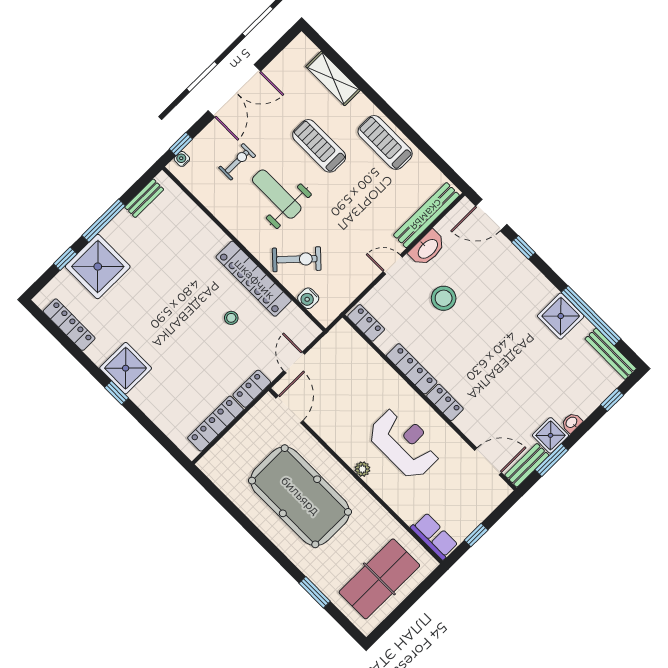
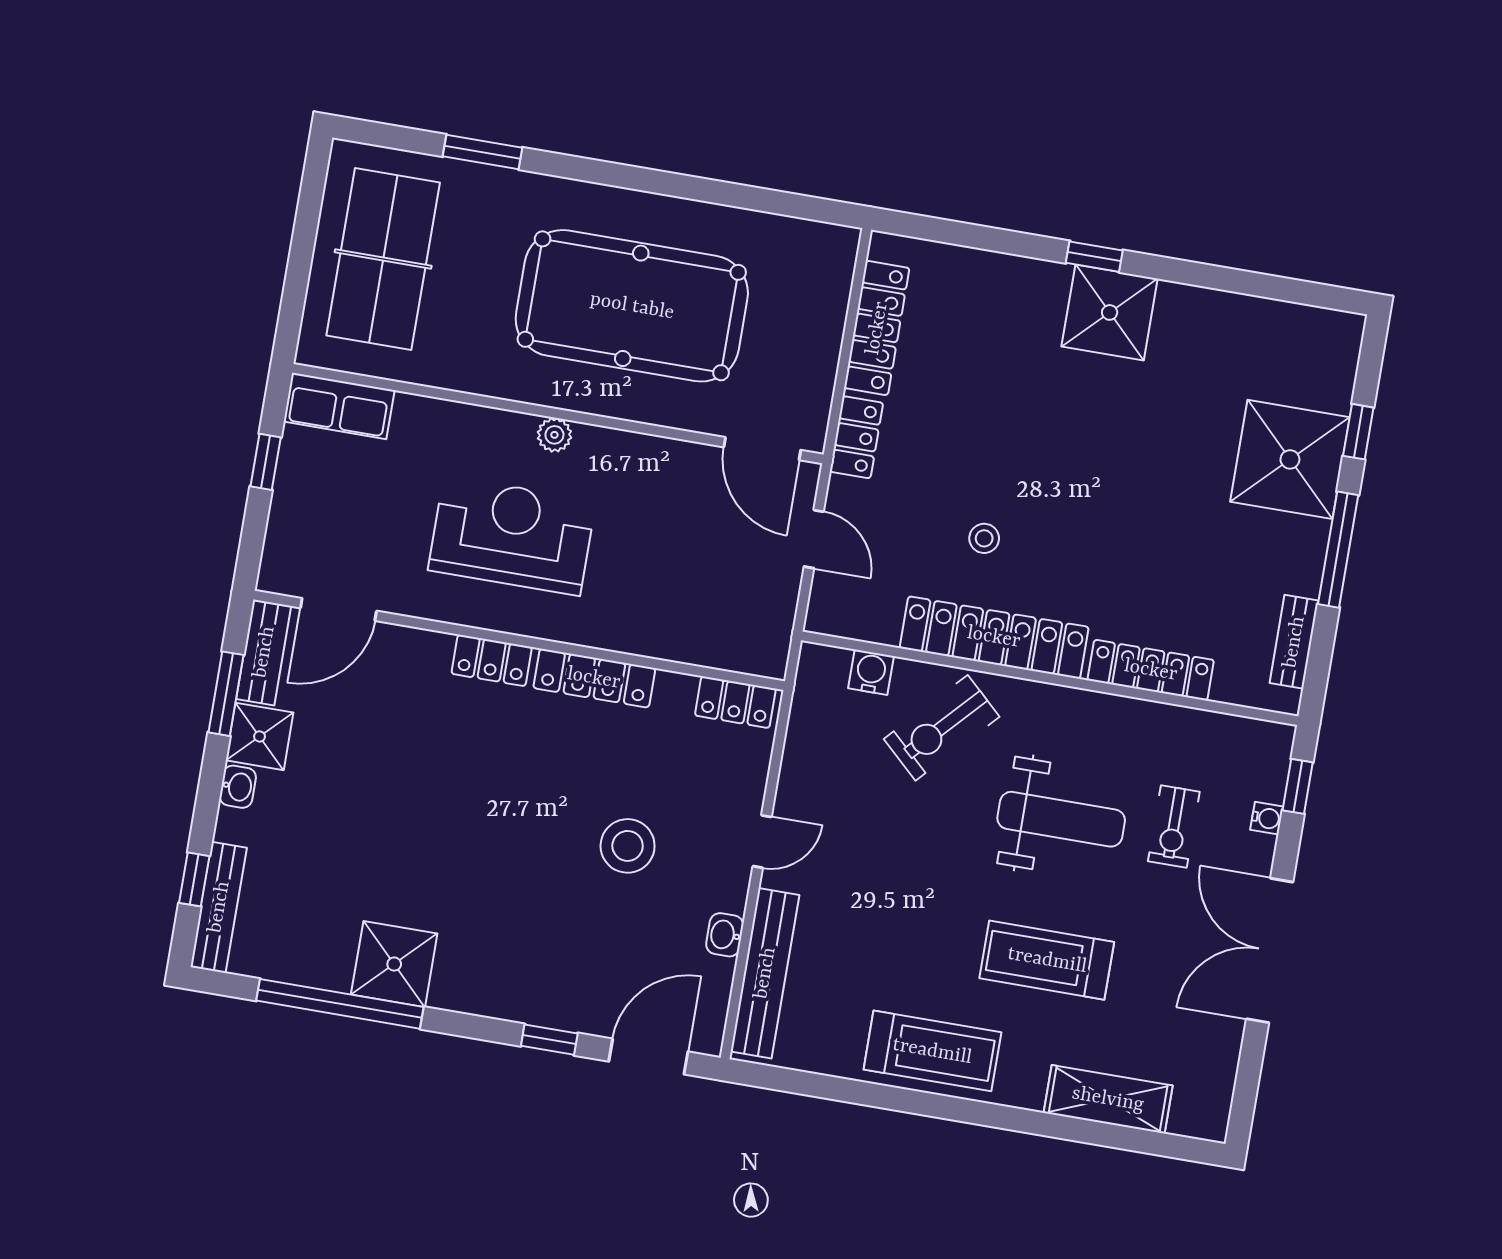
treadmill: (319, 146) -> (1047, 960), turned 180
water cooler: (182, 159) -> (1267, 818), moved
washbasin: (427, 248) -> (725, 935), width x0.52, depth x0.69
locker: (69, 325) -> (1151, 670), moved, turned 180
bench: (611, 354) -> (219, 907), moved, turned 90
reception desk: (405, 443) -> (512, 536), turned 180

